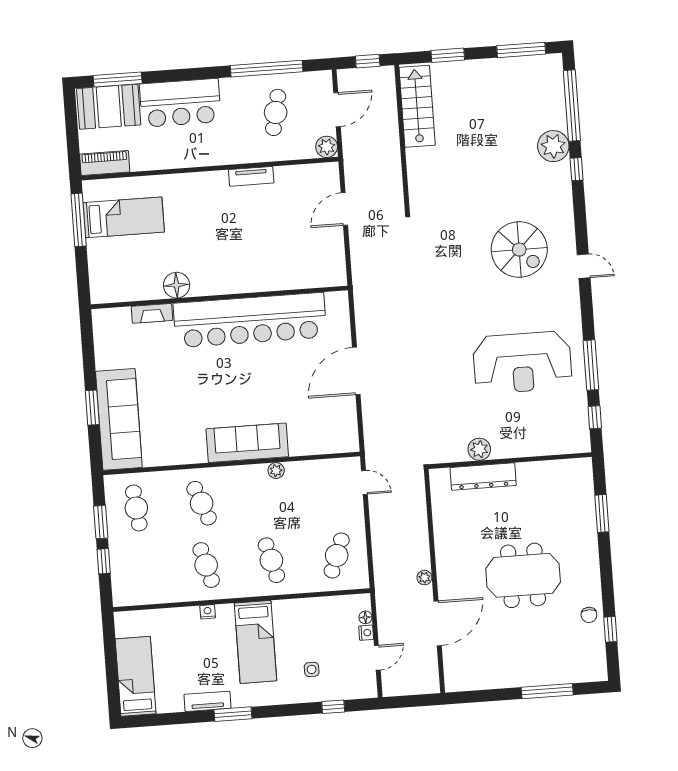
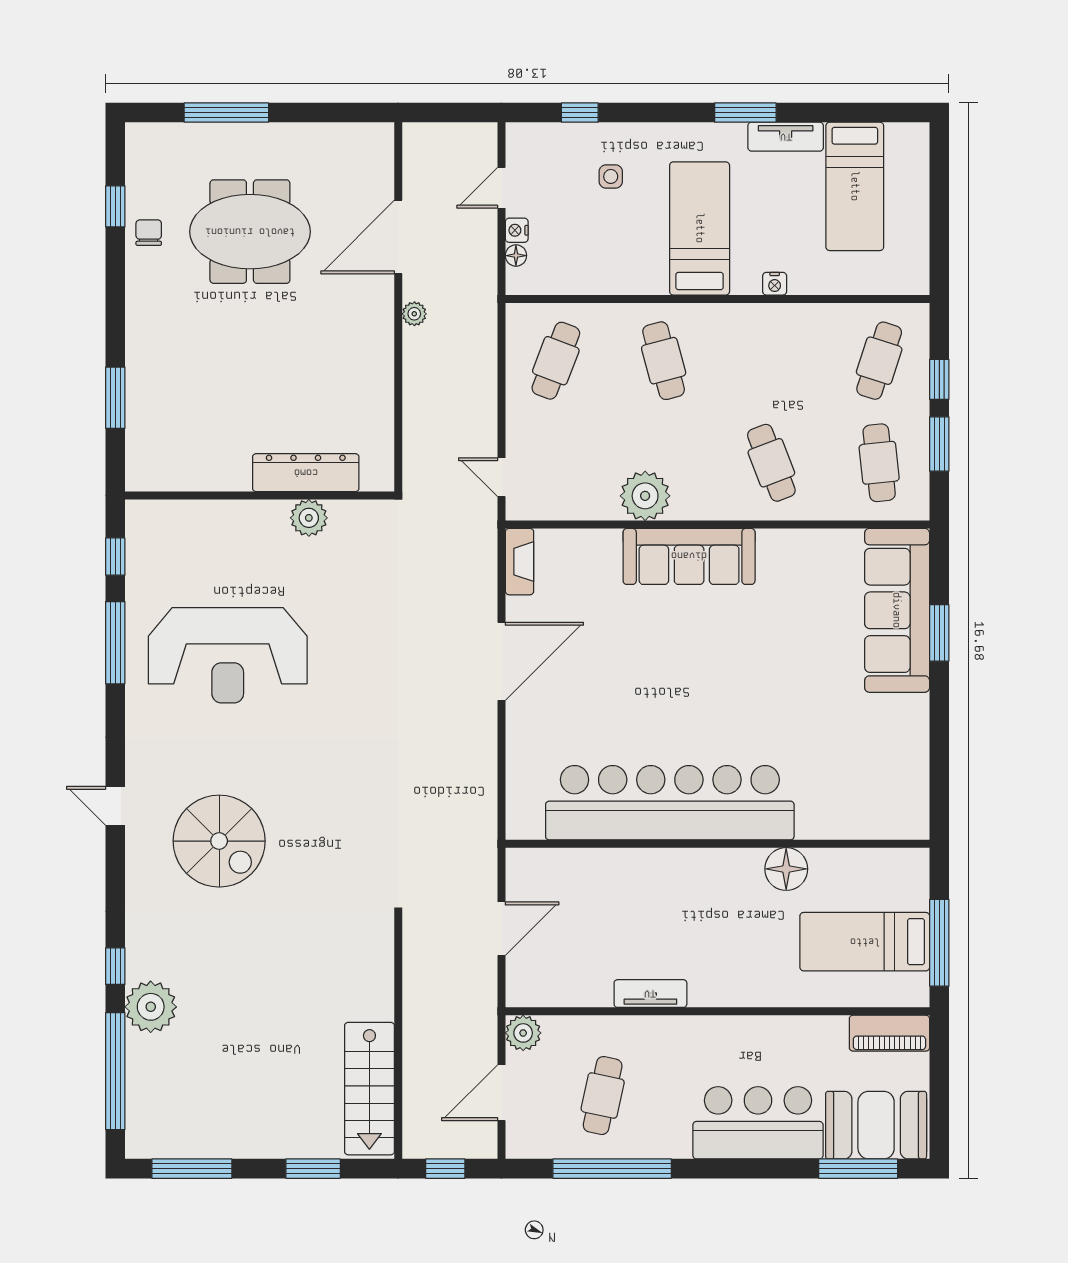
spiral stairs: (519, 250) -> (219, 841), turned 180
floor lamp: (177, 285) -> (786, 869), moved
wall: (219, 297) -> (717, 844), moved
fireplace: (152, 313) -> (520, 562), moved, turned 90
bar counter: (250, 320) -> (670, 803), moved
reception desk: (522, 362) -> (228, 655), turned 180
plant: (276, 471) -> (645, 496), width x1.87, depth x1.87
cafe table: (206, 565) -> (879, 361), moved, turned 33
meeting table: (523, 575) -> (250, 232), moved
bed: (136, 676) -> (855, 186), moved

